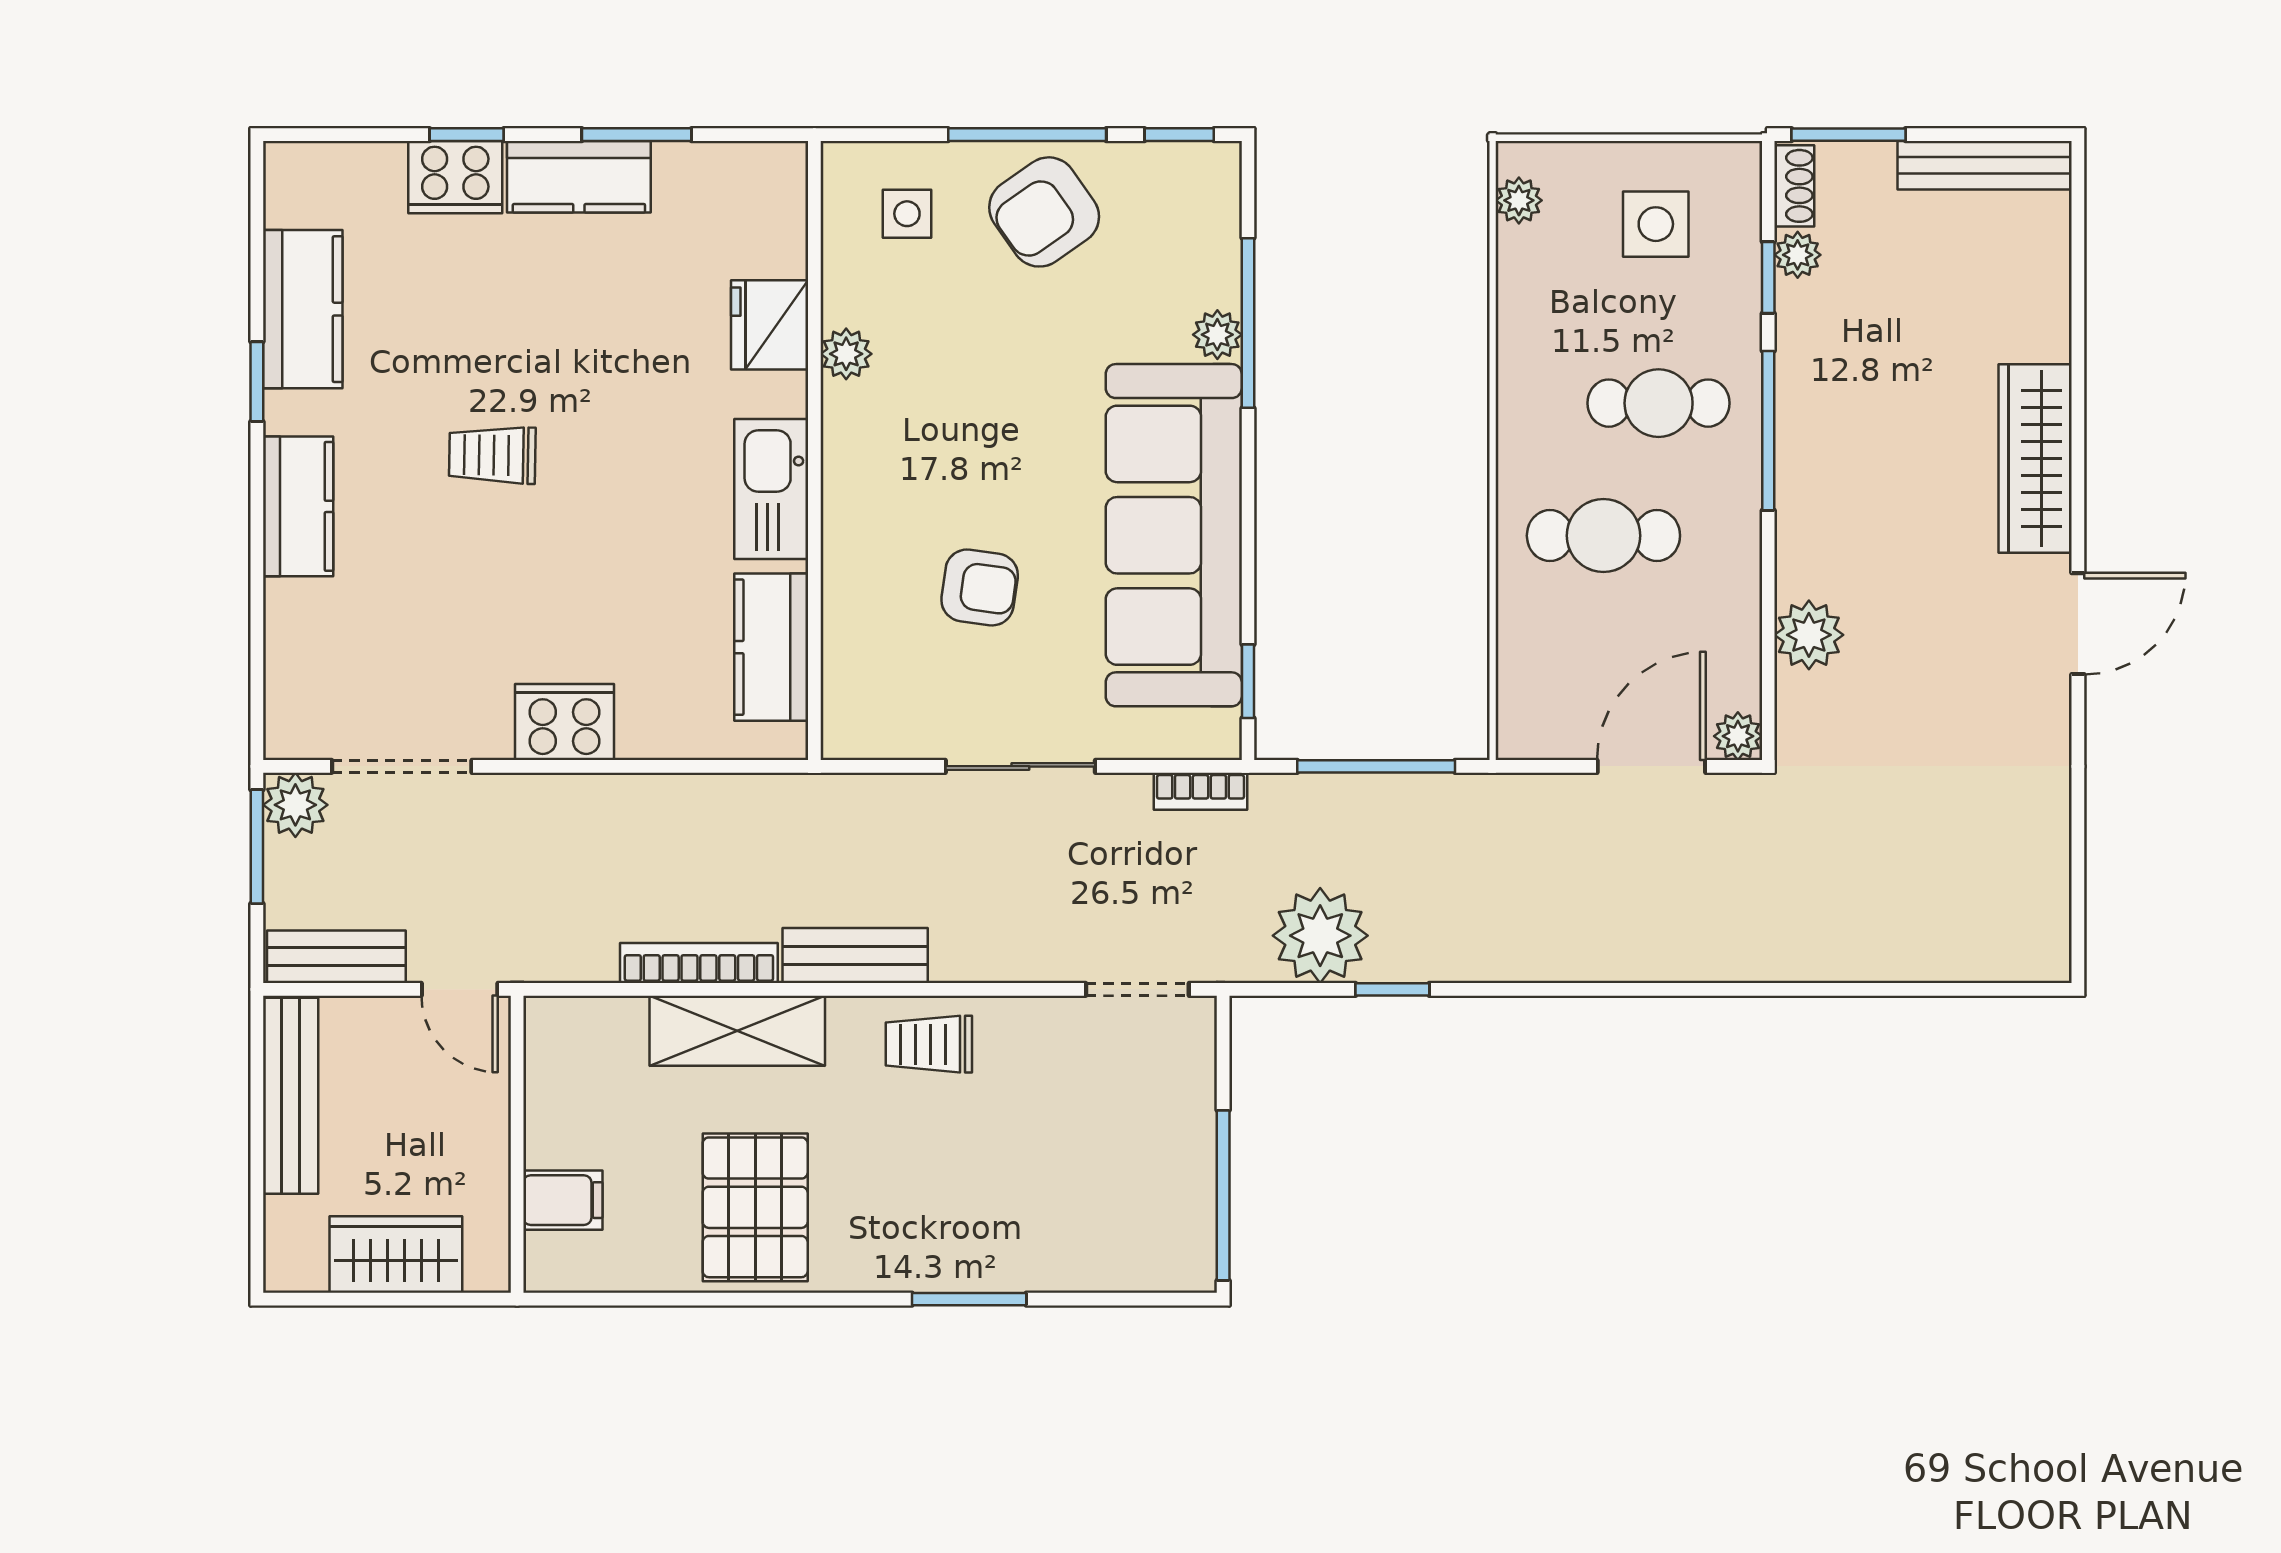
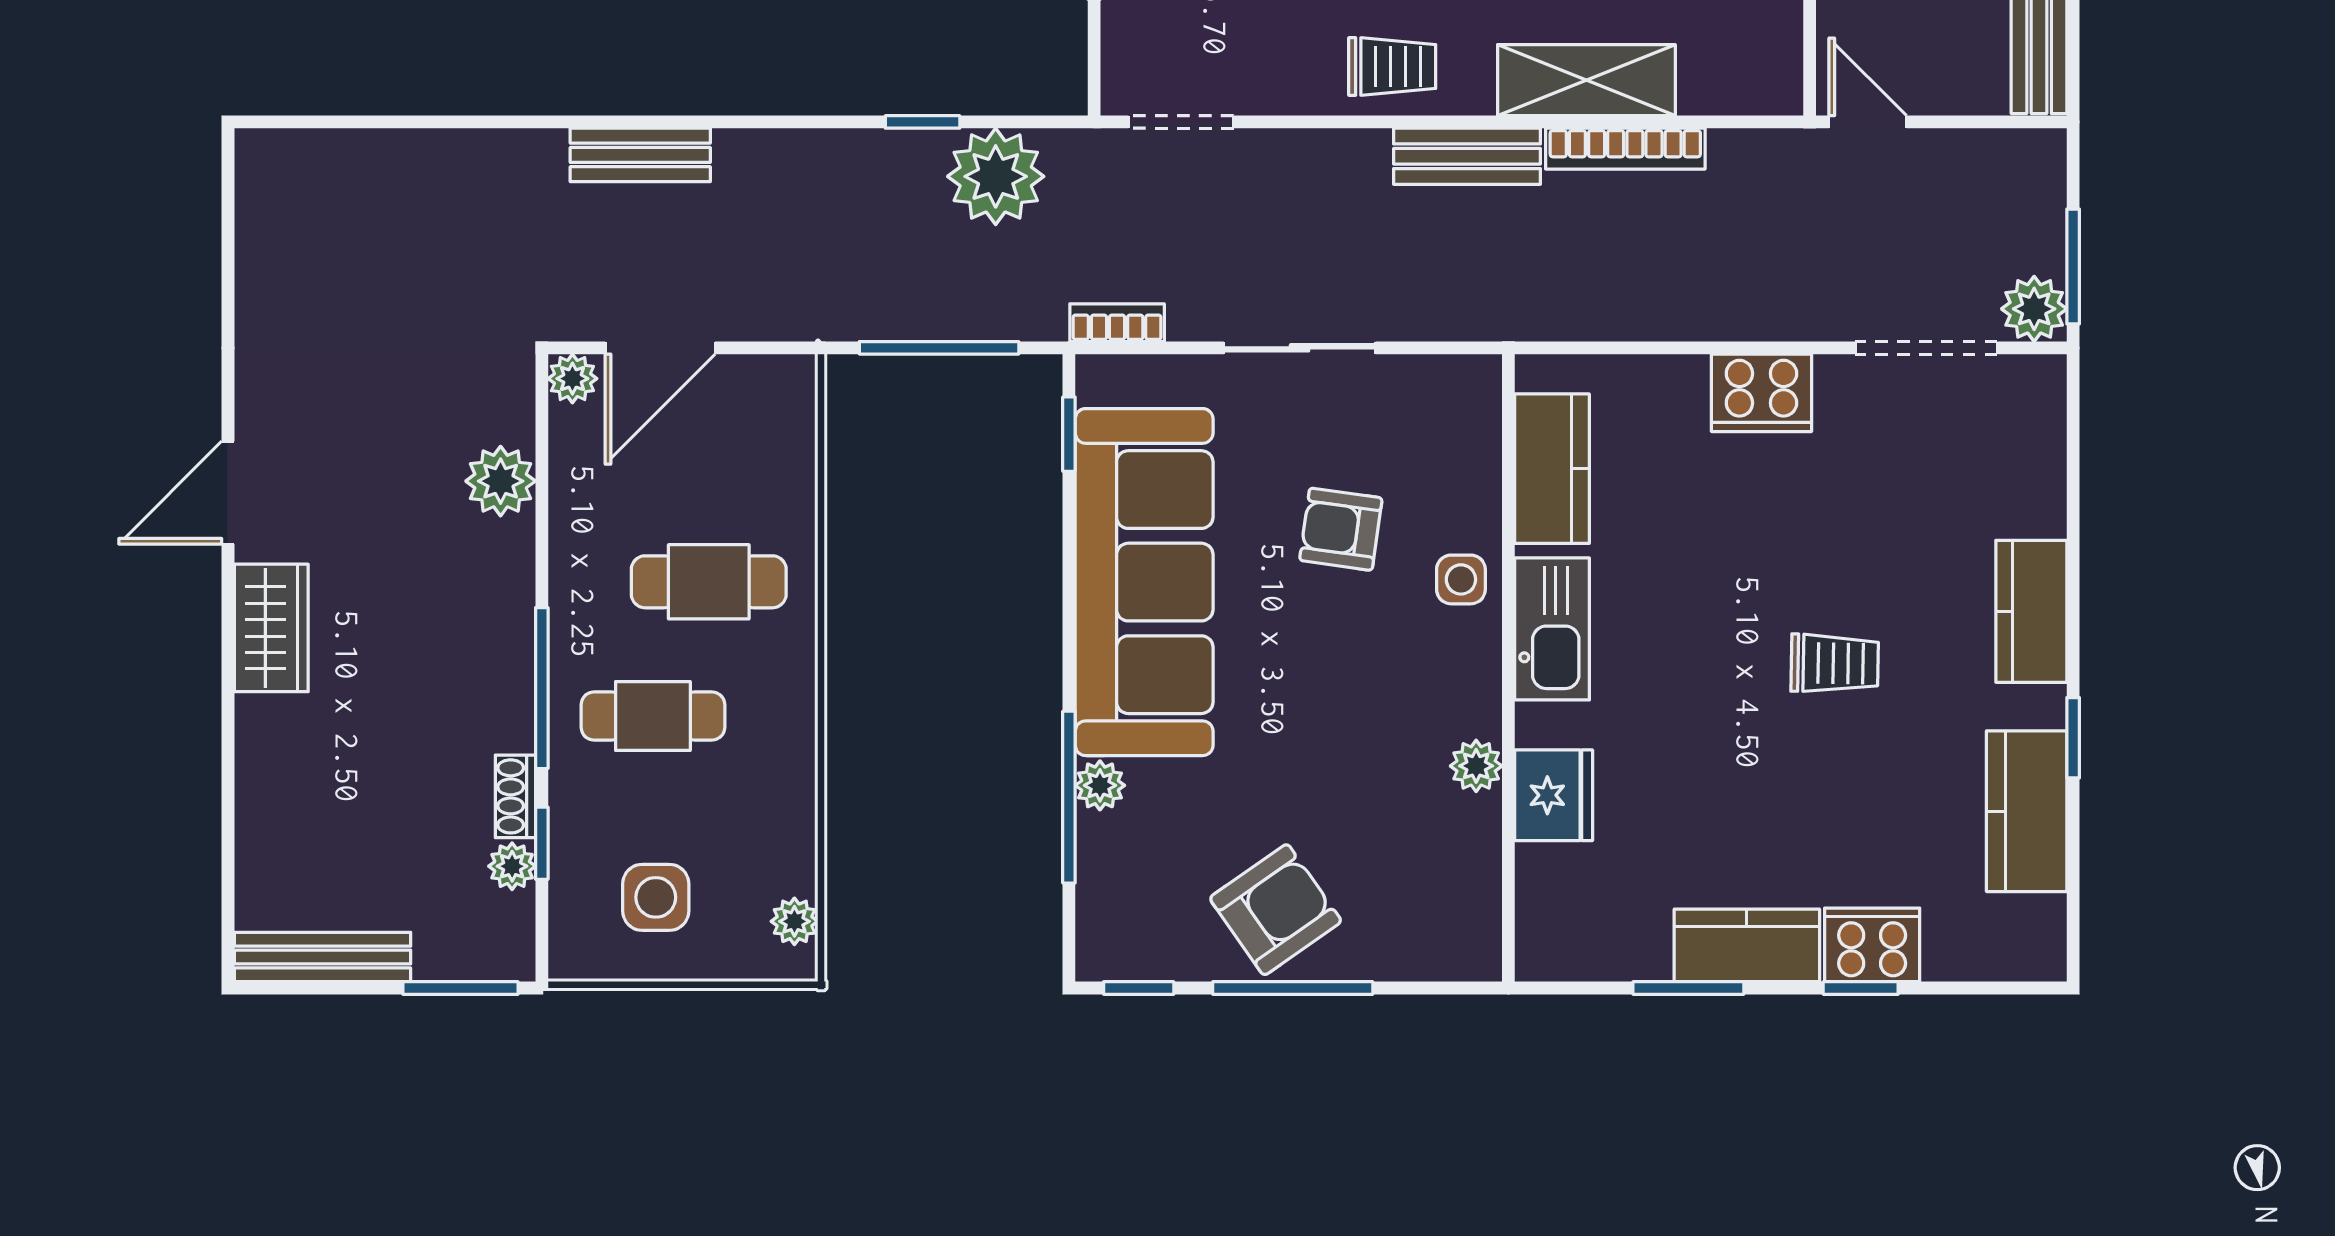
shoe rack: (1794, 186) -> (515, 796), moved
side table: (907, 214) -> (1461, 579), moved
wardrobe: (2035, 459) -> (271, 628), width x0.67
bench: (336, 957) -> (640, 155), moved

